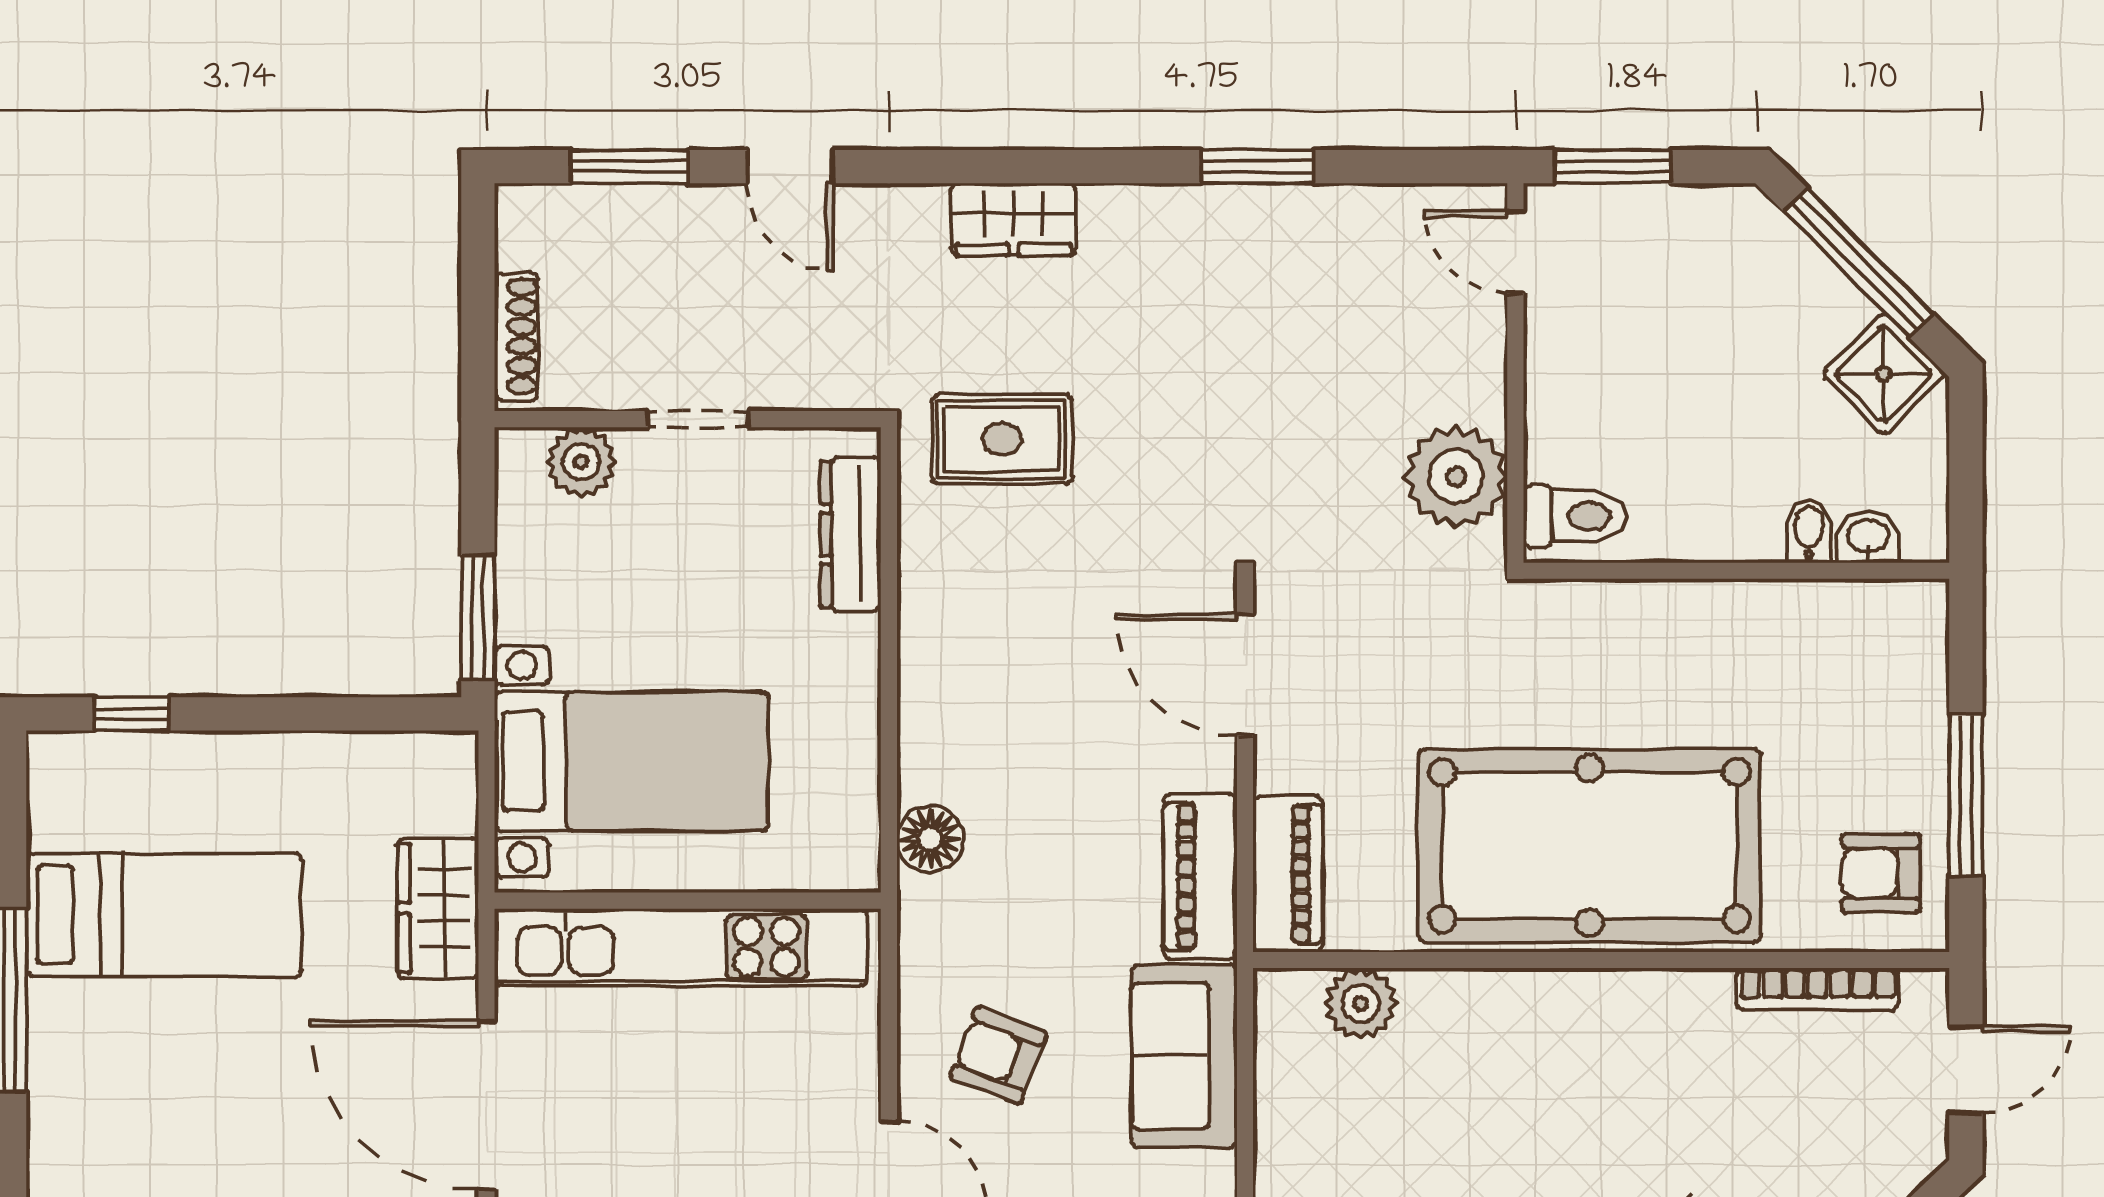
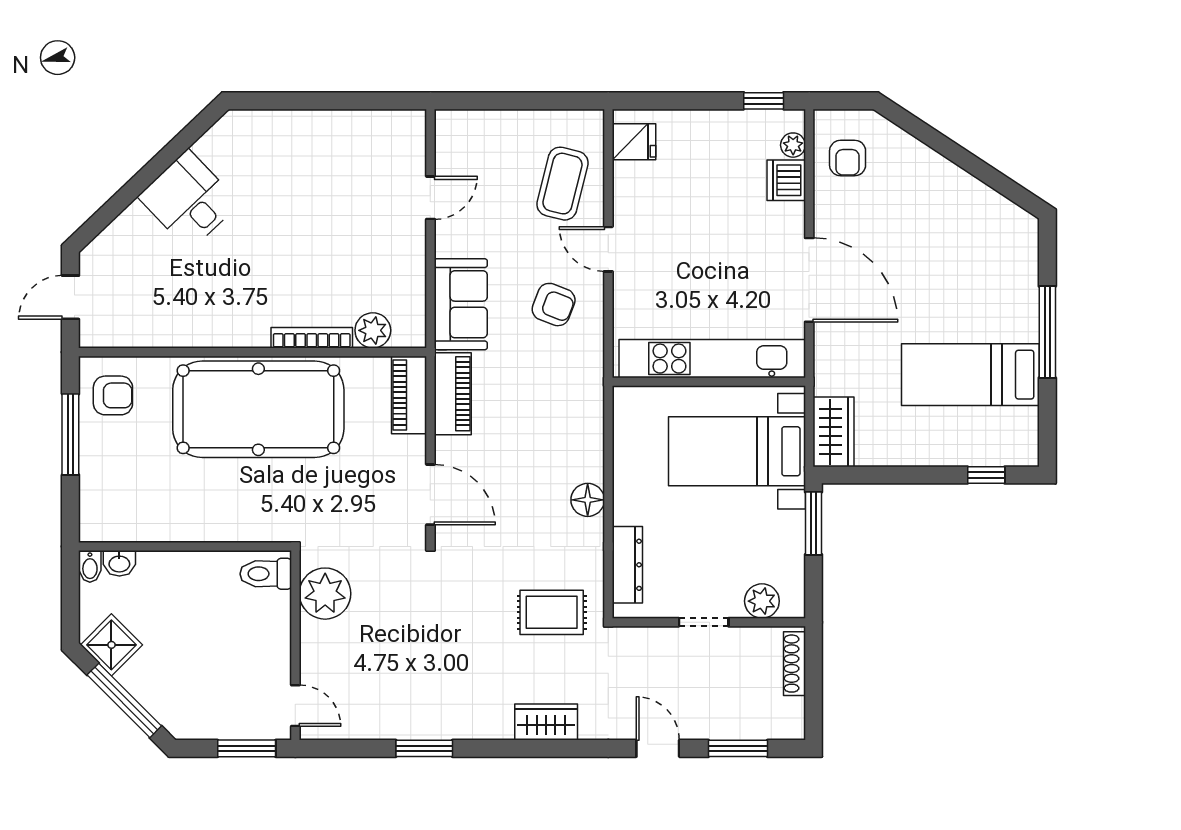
bidet: (1809, 531) -> (90, 566), moved
floor lamp: (930, 839) -> (588, 500), moved
wardrobe: (438, 908) -> (833, 432), moved
bookcase: (1817, 989) -> (312, 338), moved

